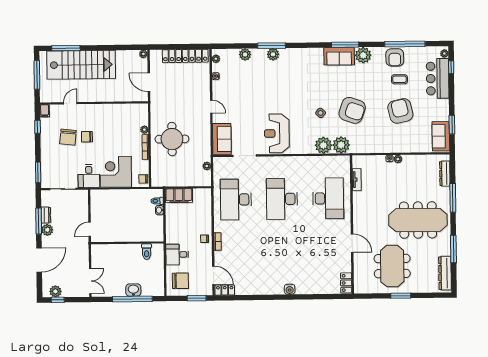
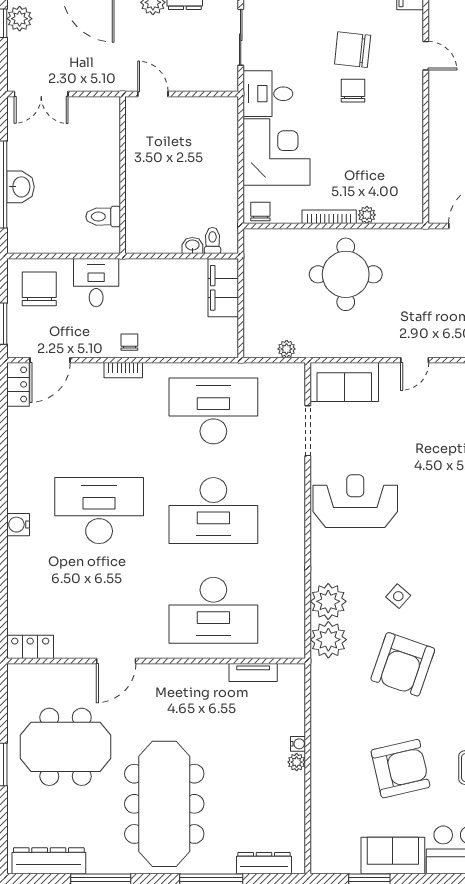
sofa: (441, 136) -> (393, 855), moved
desk: (282, 199) -> (213, 511), turned 180
desk: (283, 252) -> (99, 511), added
chair: (180, 281) -> (39, 289), turned 180

